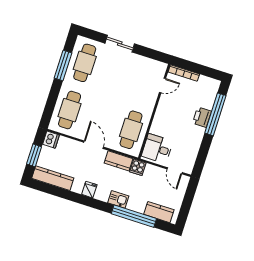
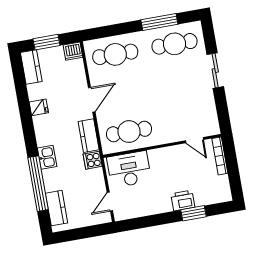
window: (215, 114) -> (193, 213), width x0.47
desk: (157, 149) -> (129, 169), width x1.37
kitchen counter: (53, 178) -> (31, 67), width x0.67
fridge: (89, 190) -> (39, 107), moved

